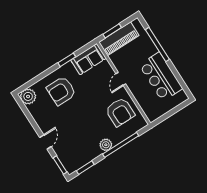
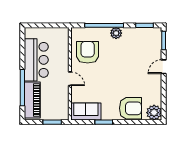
piano: (119, 39) -> (32, 100), moved, turned 90
door: (121, 79) -> (70, 79), hinge flipped
armchair: (61, 91) -> (130, 108), moved

